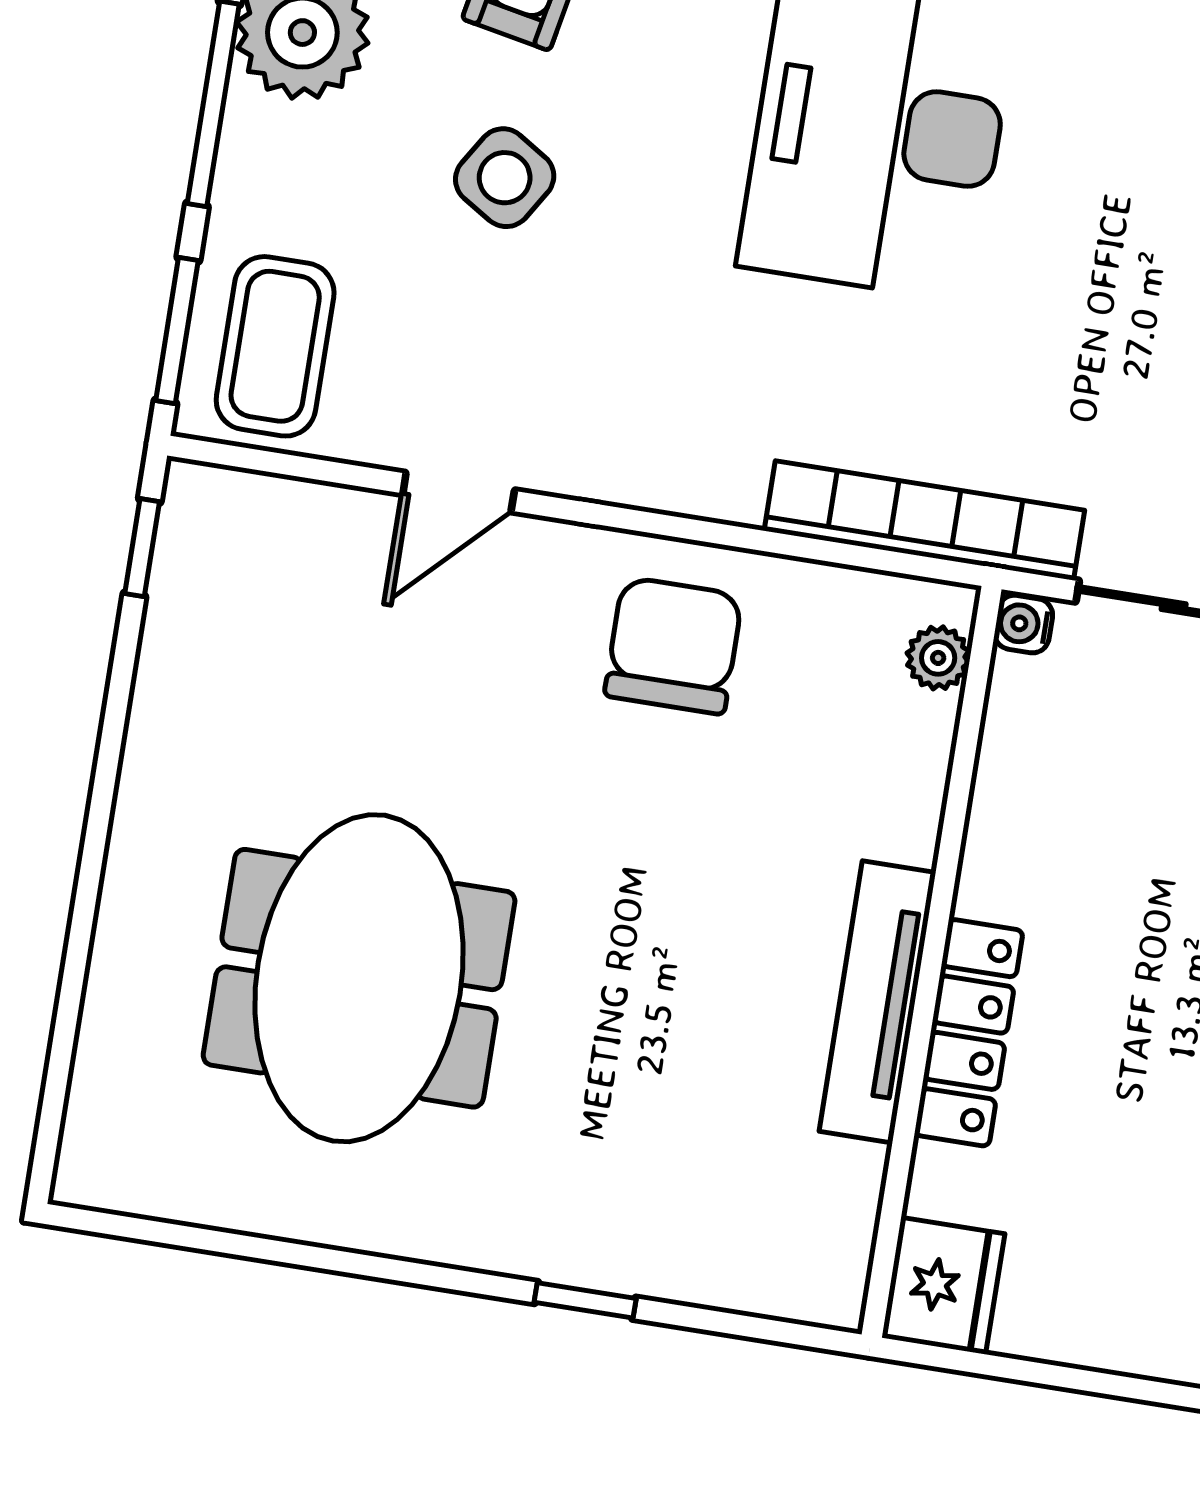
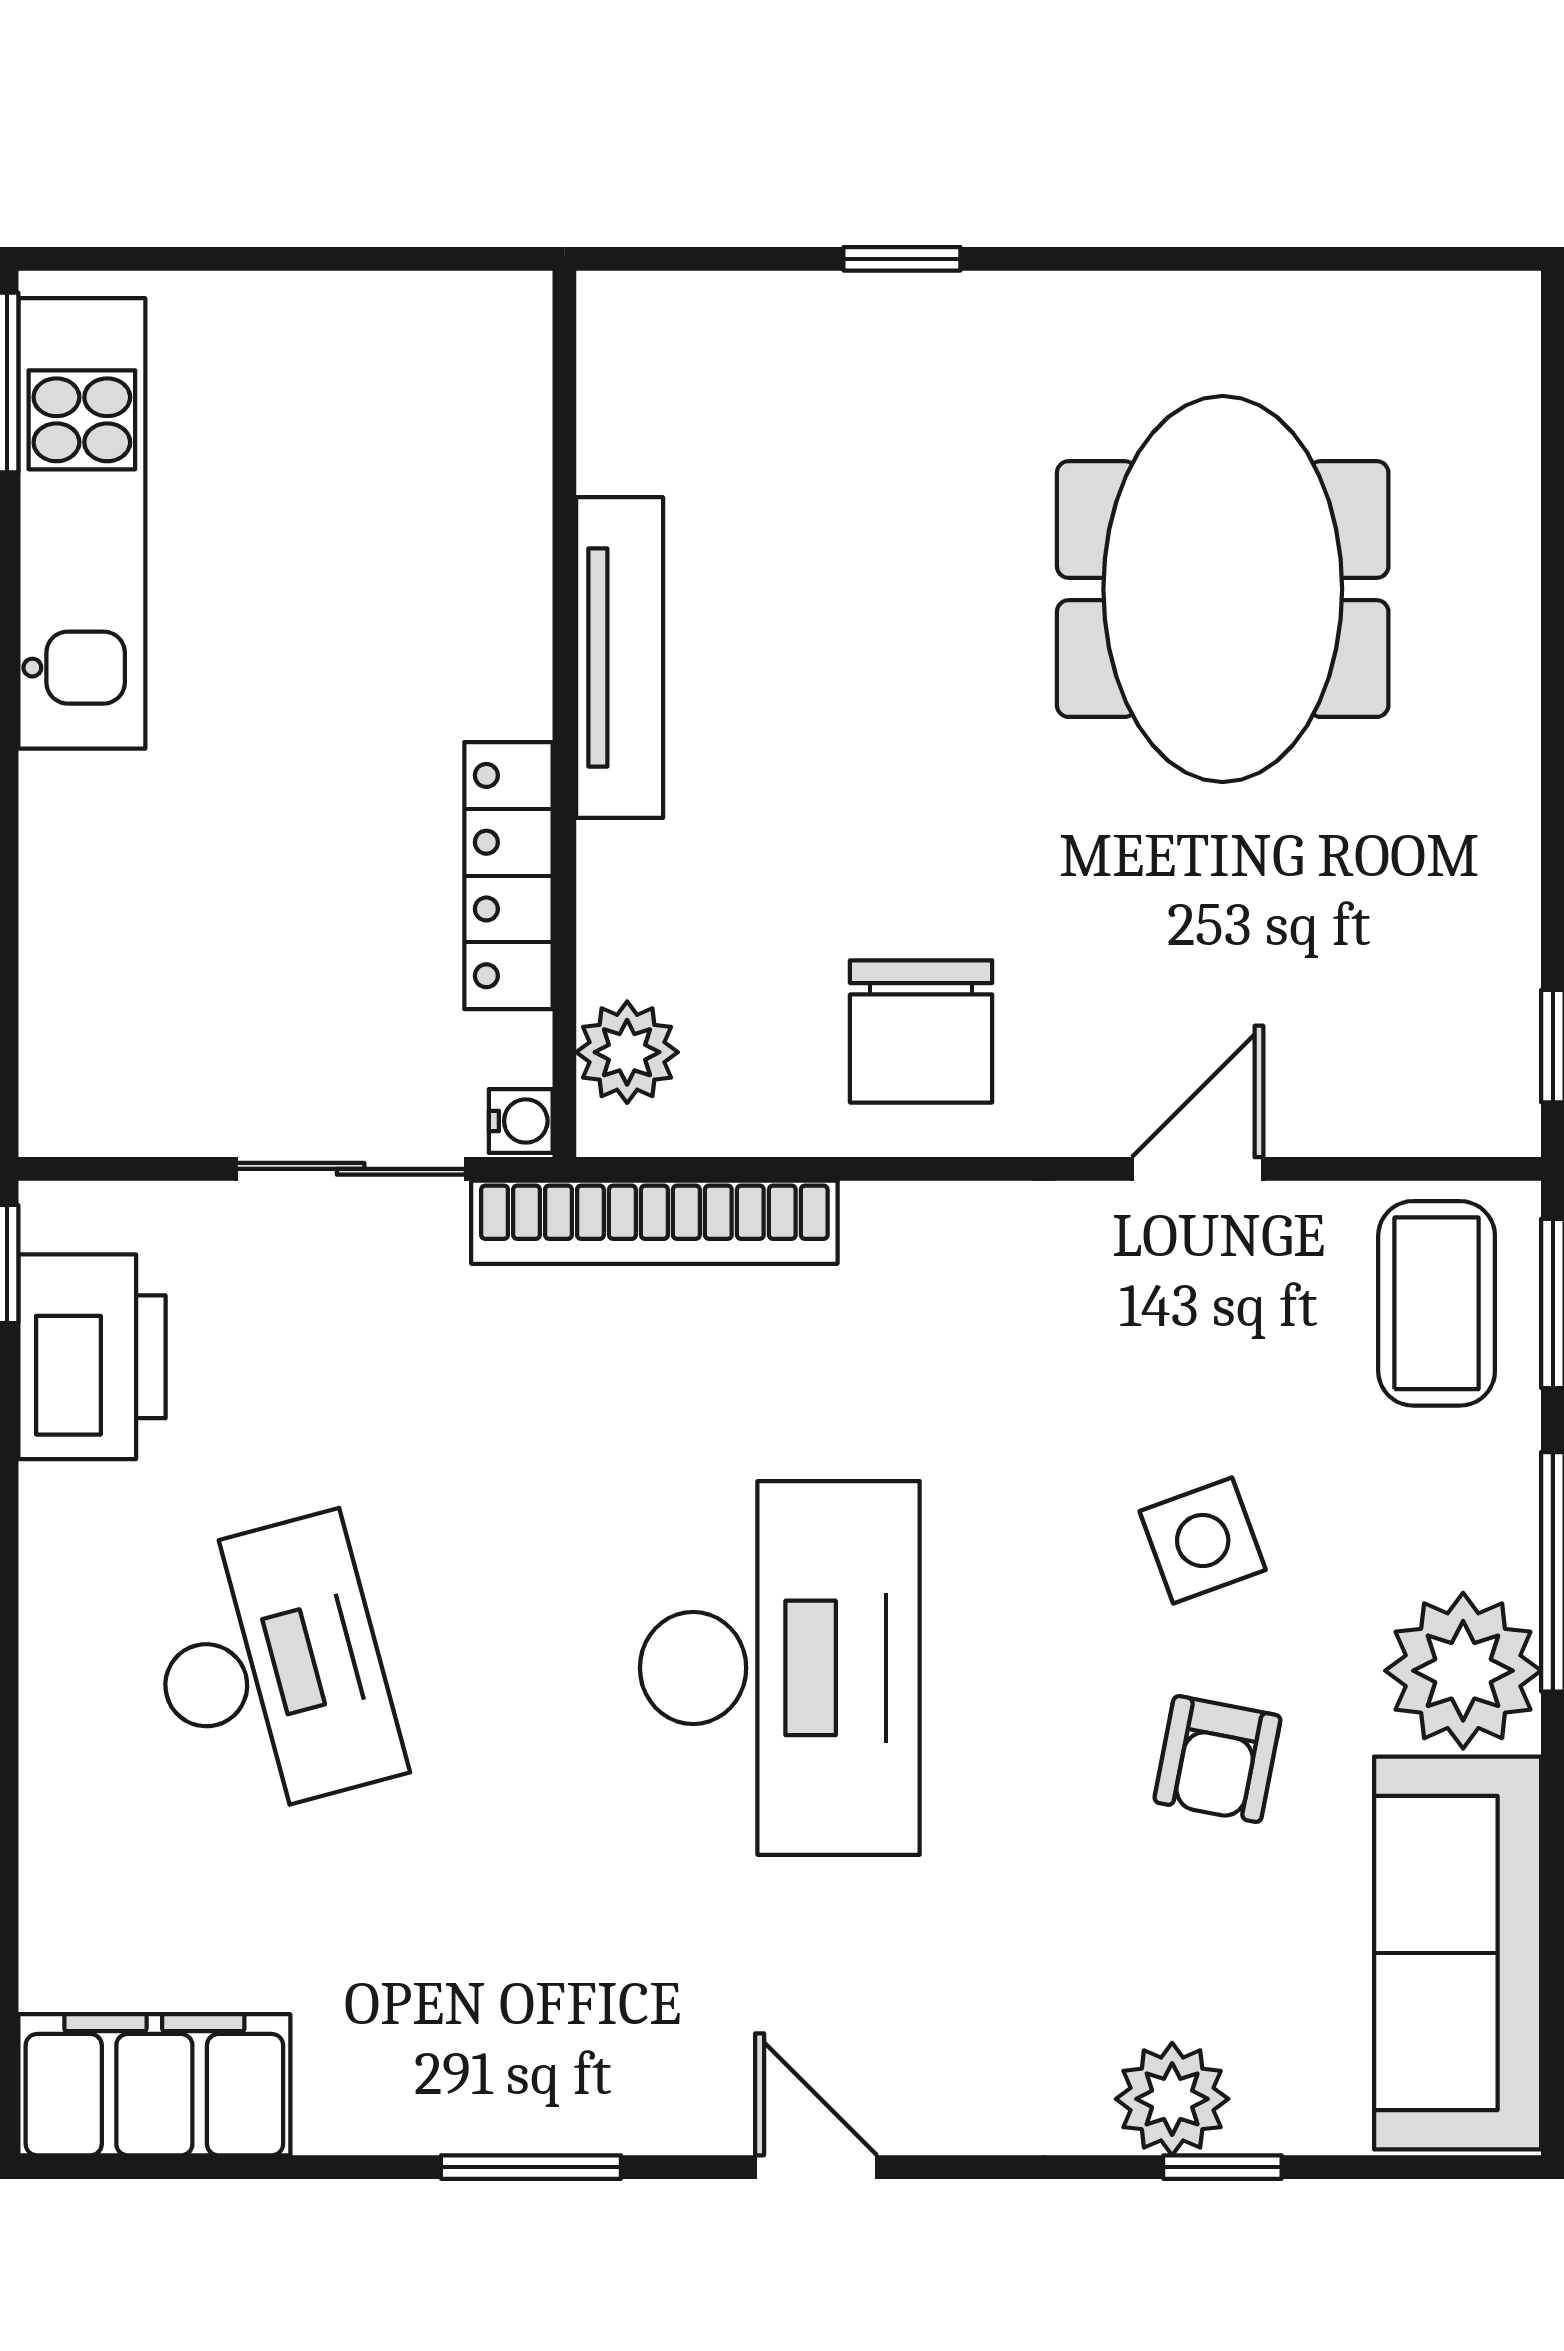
side table: (505, 178) -> (1203, 1540), turned 38
plant: (938, 658) -> (627, 1052), width x1.38, depth x1.38
locker: (969, 1033) -> (508, 876), moved
fridge: (943, 1286) -> (491, 342), removed

